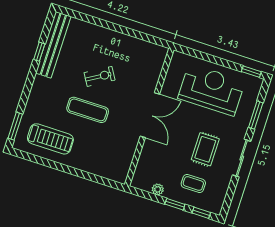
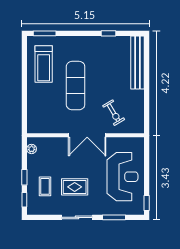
bench: (53, 45) -> (137, 62), moved, turned 90
exercise bike: (100, 76) -> (114, 113), moved
exercise mat: (88, 110) -> (76, 86), width x1.36, depth x1.45
plant: (158, 189) -> (32, 149), moved

